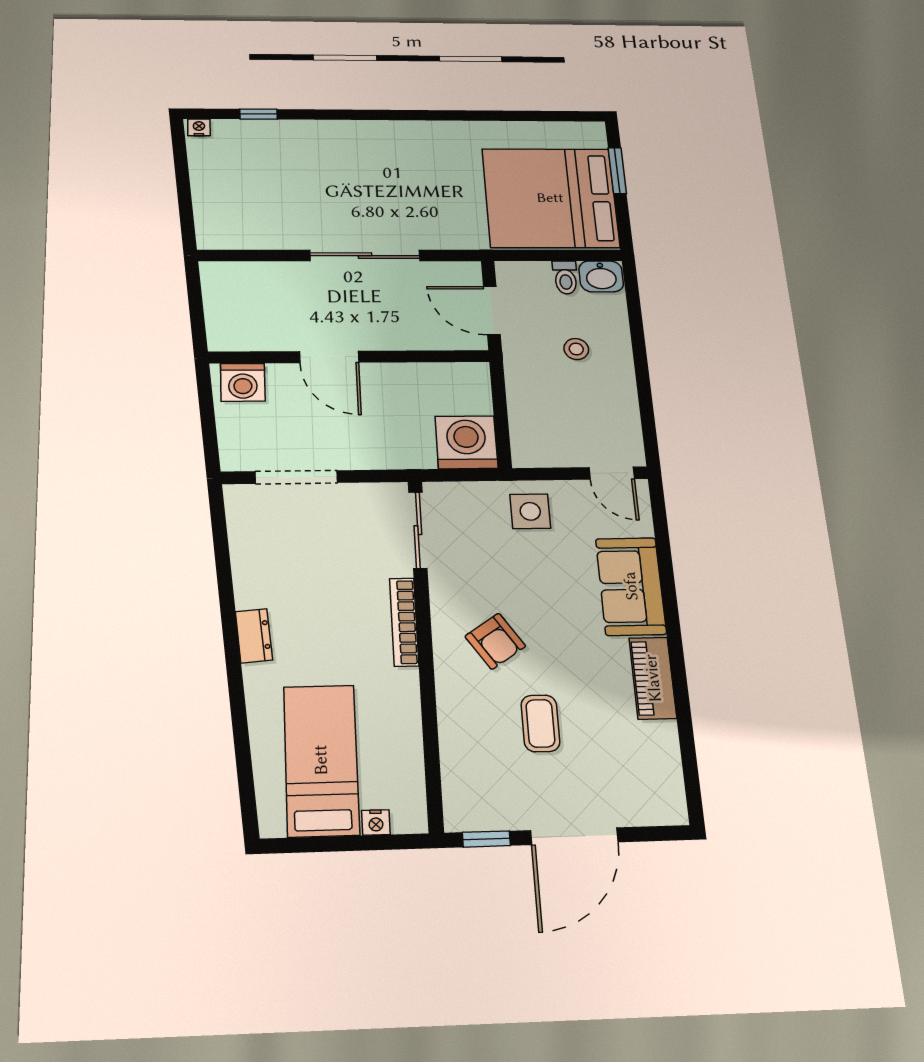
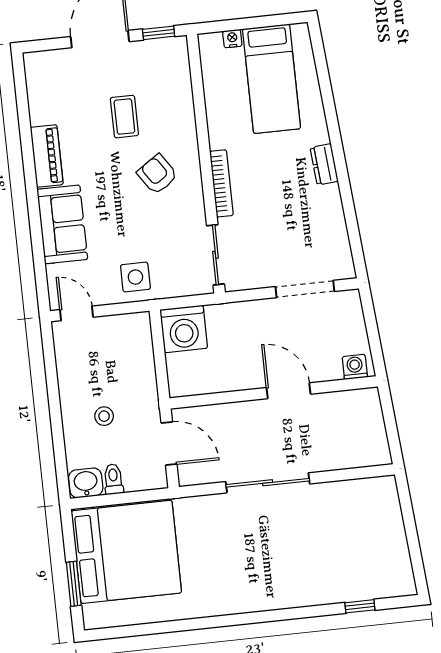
nightstand: (199, 127) -> (405, 588), removed
washing machine: (243, 382) -> (355, 367), width x0.73, depth x0.73

